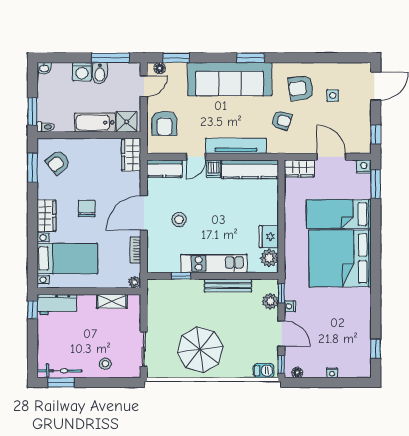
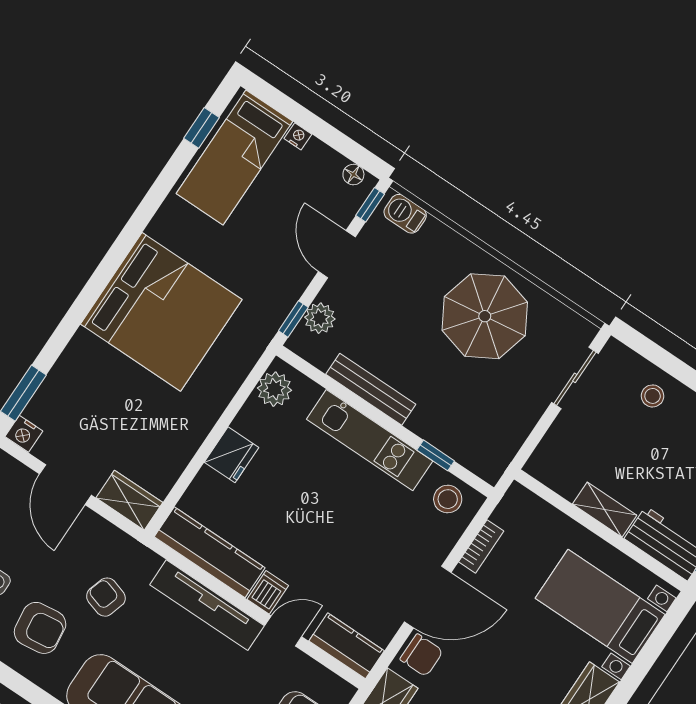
chair: (87, 208) -> (422, 655), moved, turned -90
bed: (339, 214) -> (234, 157), moved, turned 90
stool: (179, 220) -> (448, 499), moved
fridge: (269, 237) -> (231, 455), moved
plant: (135, 282) -> (517, 495), removed
shelving: (112, 301) -> (605, 510), moved
nightstand: (290, 306) -> (294, 289), removed

